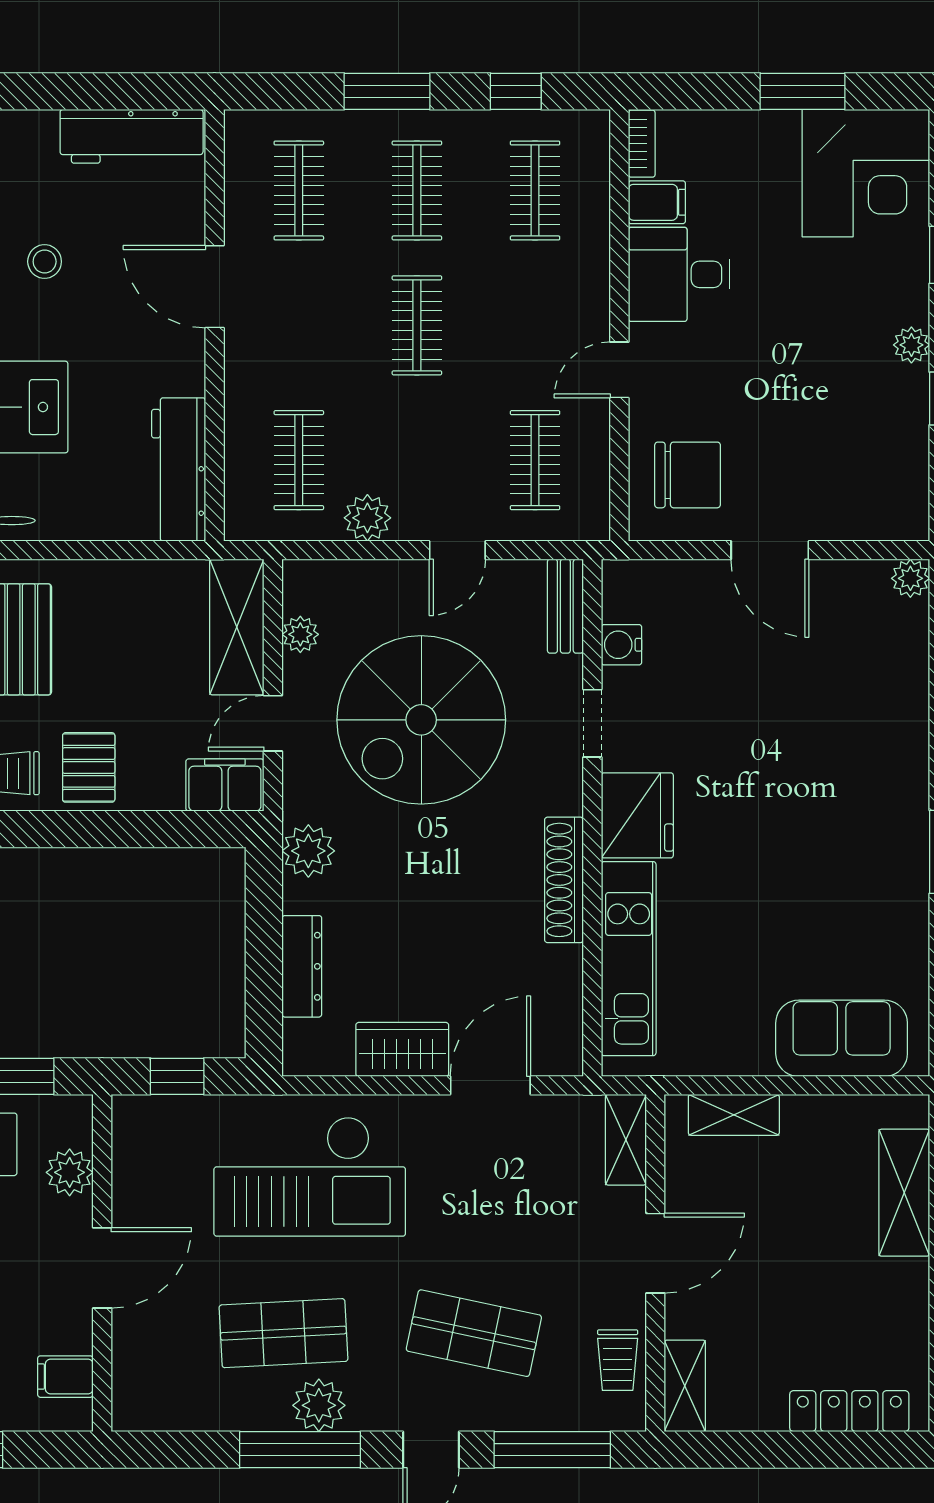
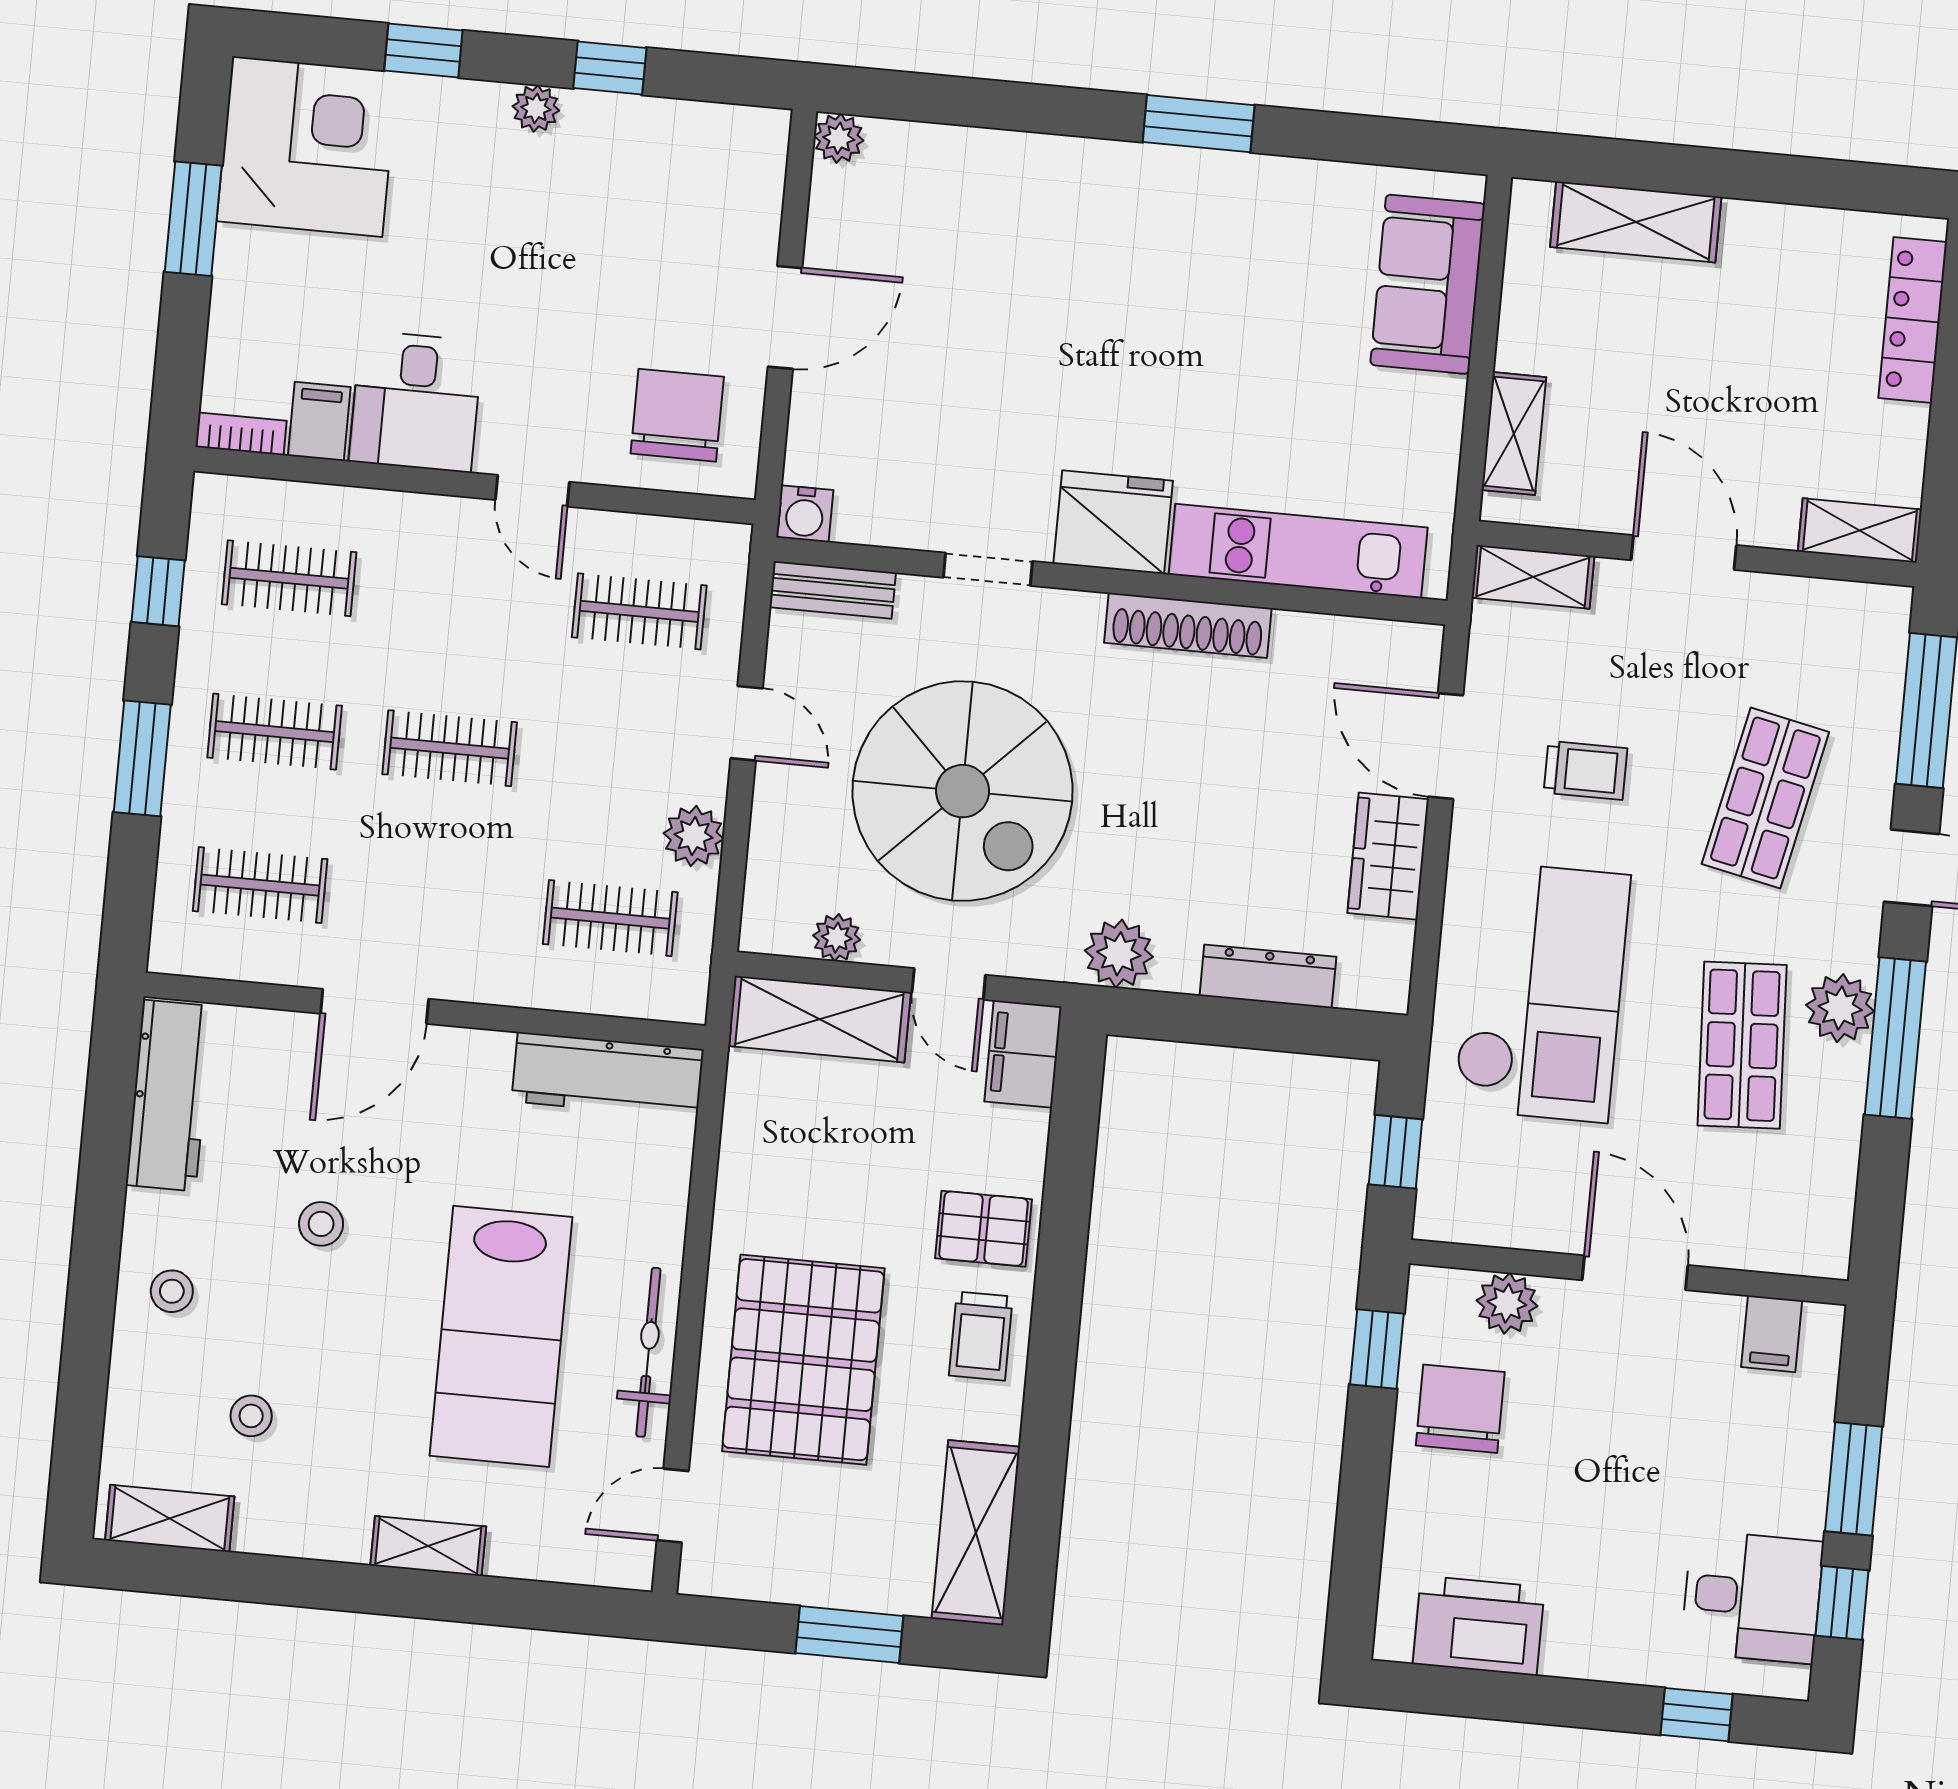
water cooler: (621, 645) -> (805, 514), moved
trolley: (618, 1360) -> (1585, 770), moved

